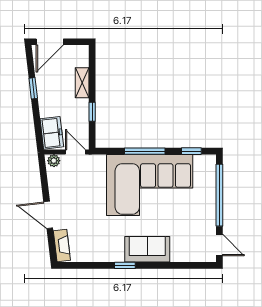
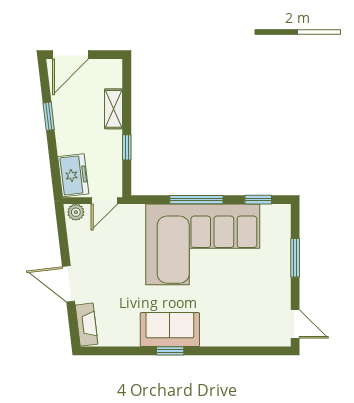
door: (75, 152) -> (104, 201), swing flipped
window: (219, 195) -> (295, 258), width x0.47
sofa: (147, 249) -> (170, 330), moved

